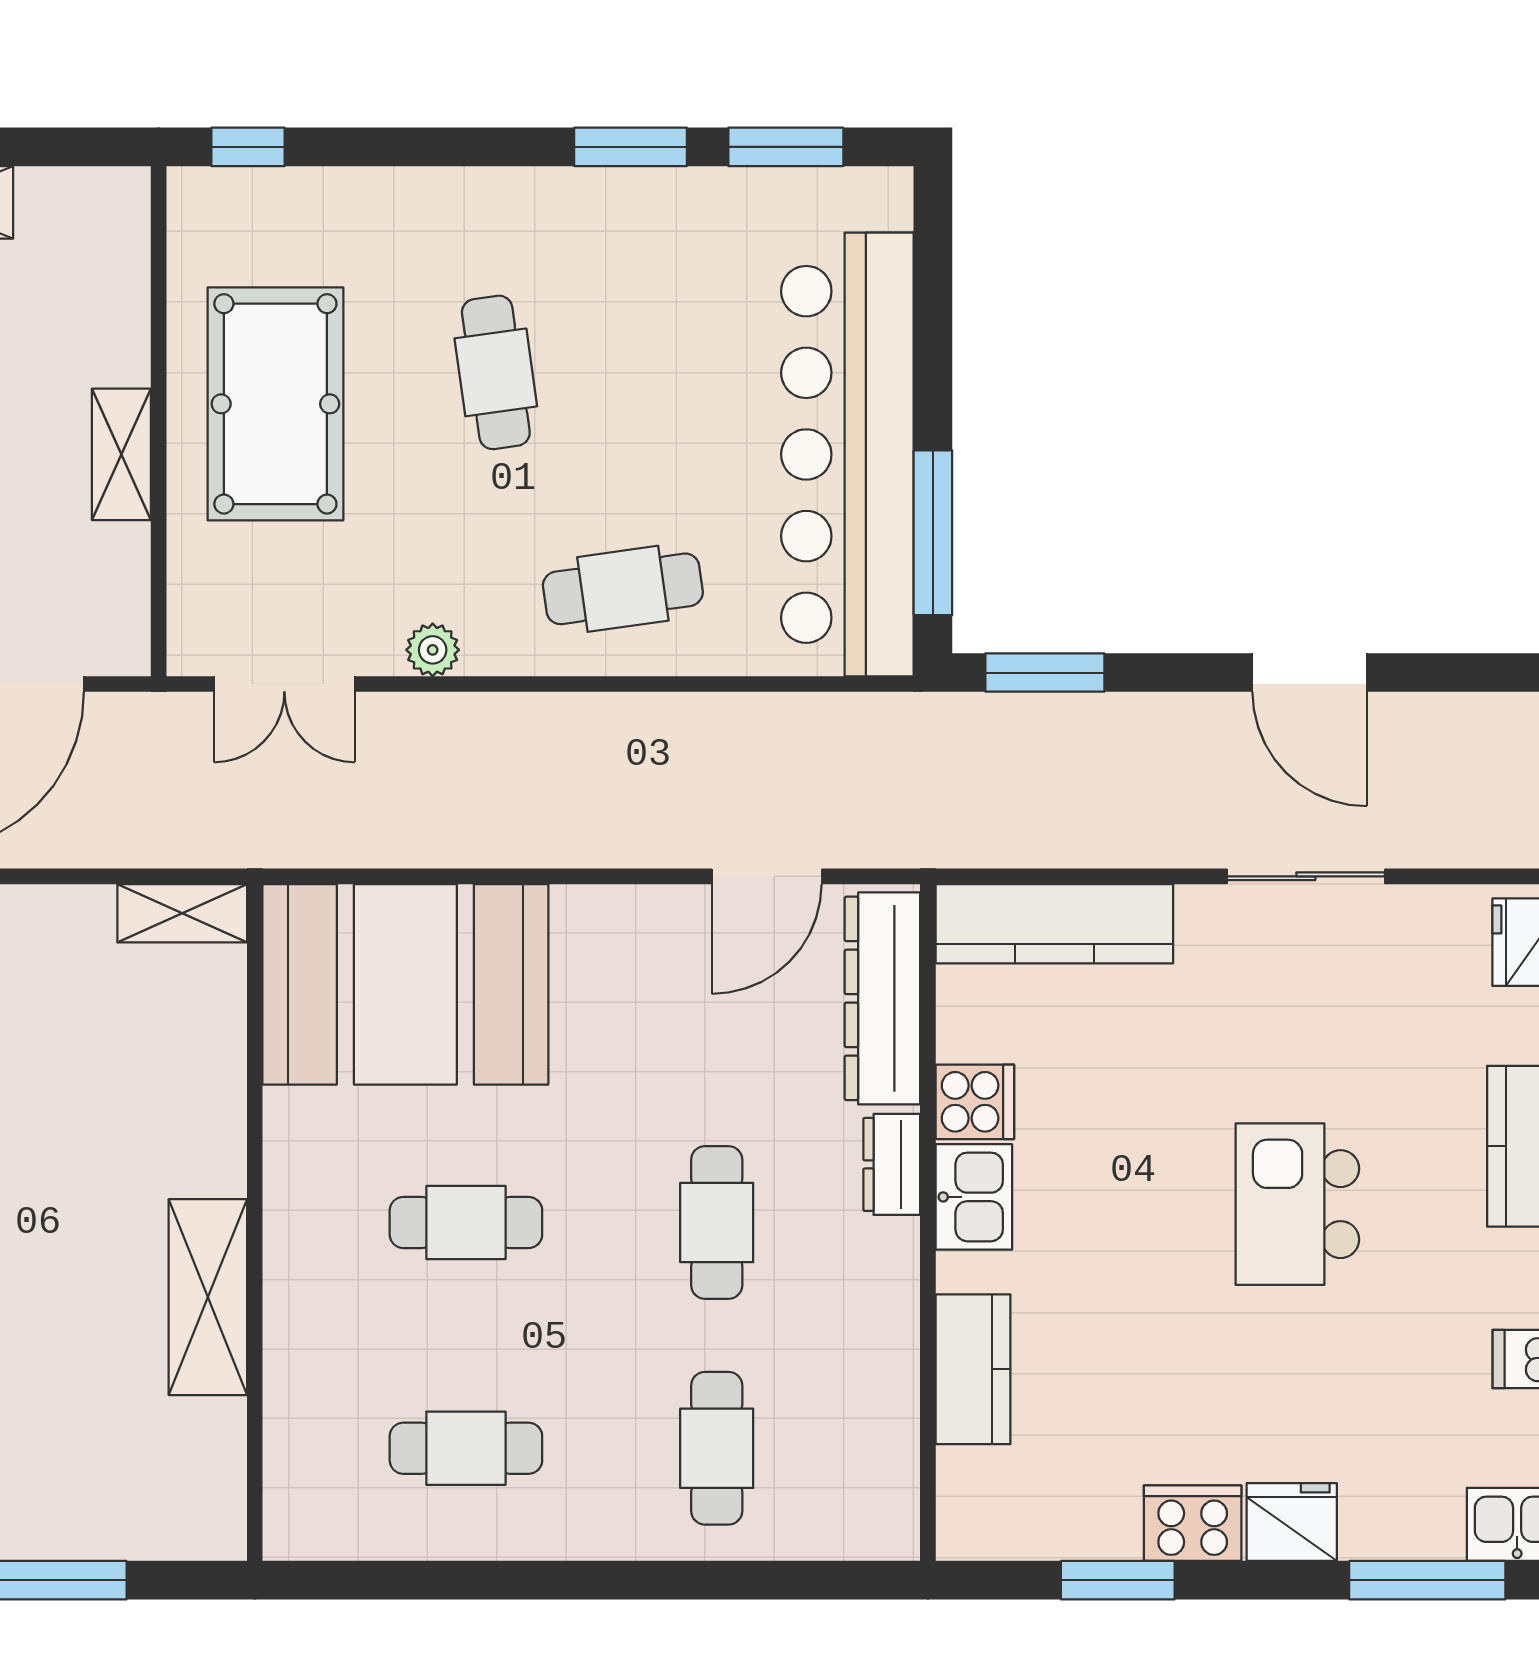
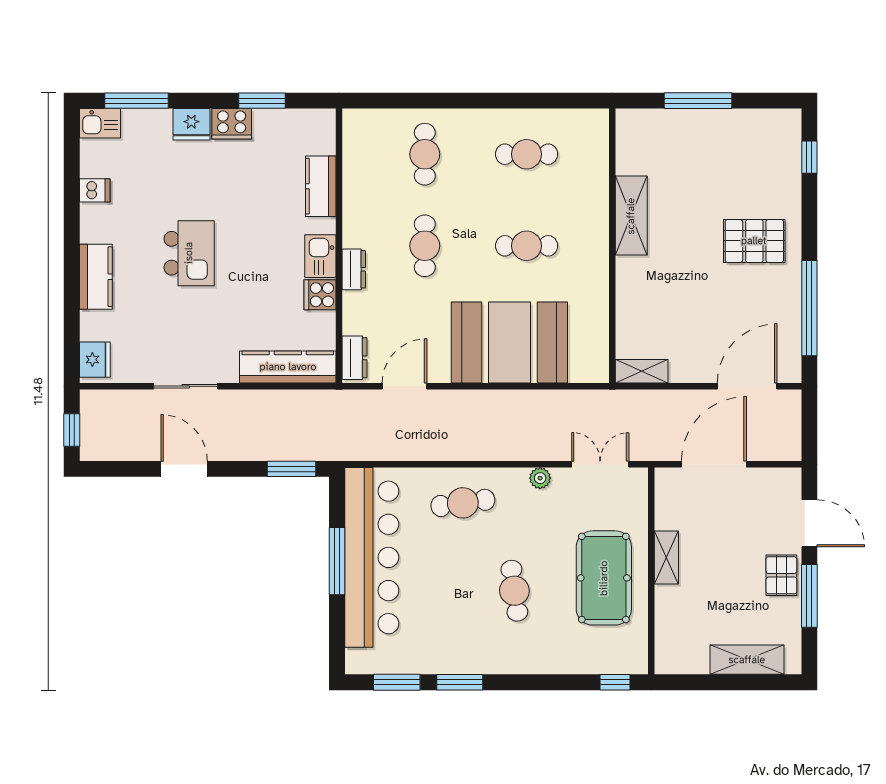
window: (933, 533) -> (337, 561), moved
booth: (405, 984) -> (509, 342), moved
dresser: (882, 998) -> (355, 358), width x0.51, depth x0.80

